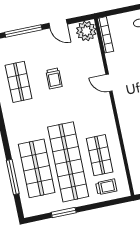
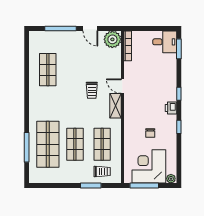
trolley: (54, 78) -> (92, 90), moved
shelving: (106, 107) -> (115, 106), added
shop shelf: (68, 162) -> (75, 144), width x0.50, depth x0.74
window: (64, 213) -> (91, 185), moved

